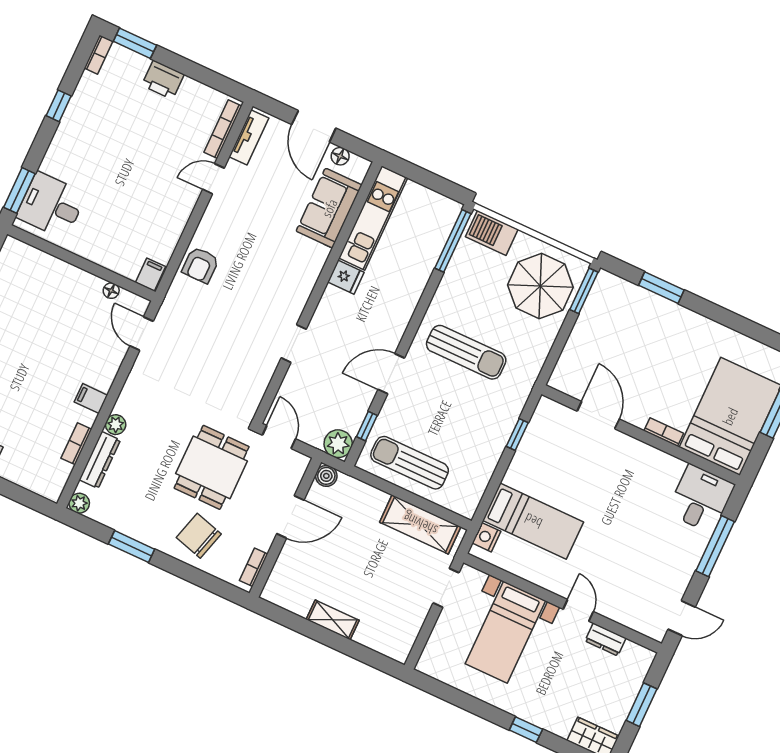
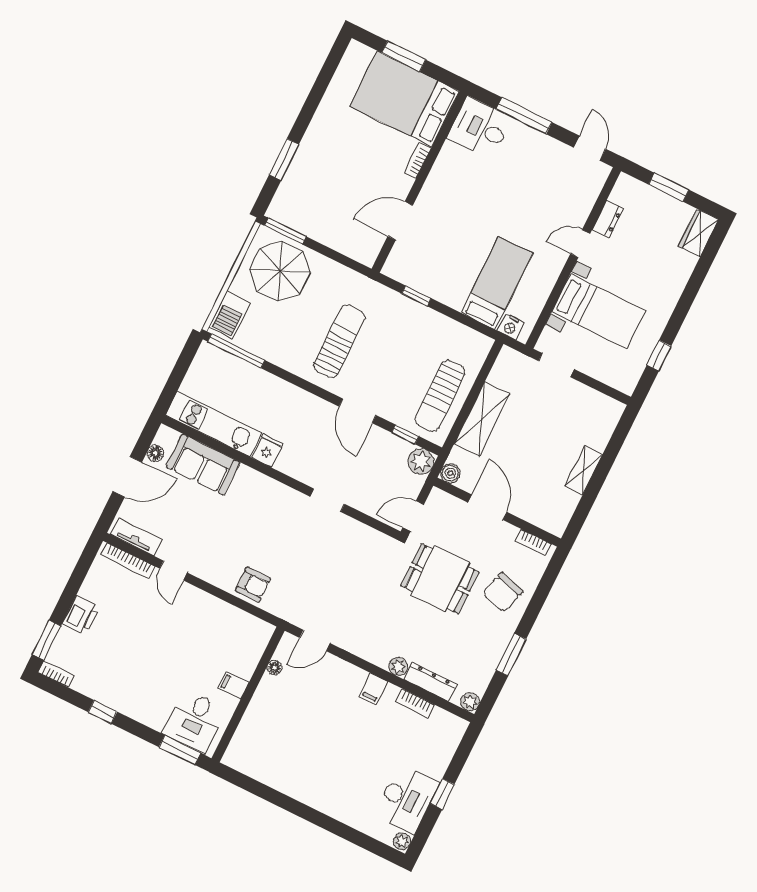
filing cabinet: (150, 275) -> (234, 685), moved
shelving: (420, 524) -> (482, 419), moved
window: (526, 730) -> (659, 356), moved

